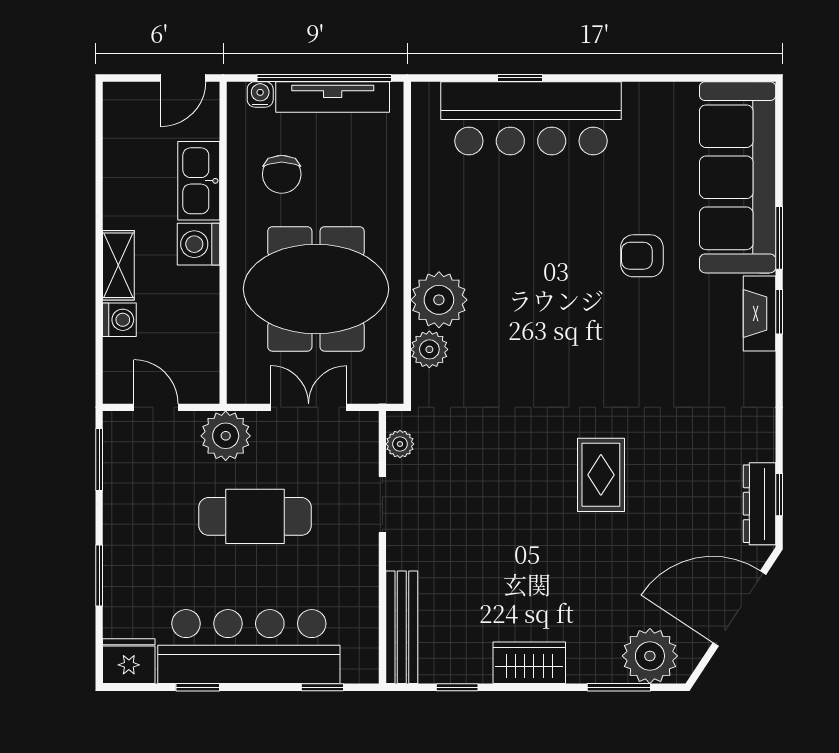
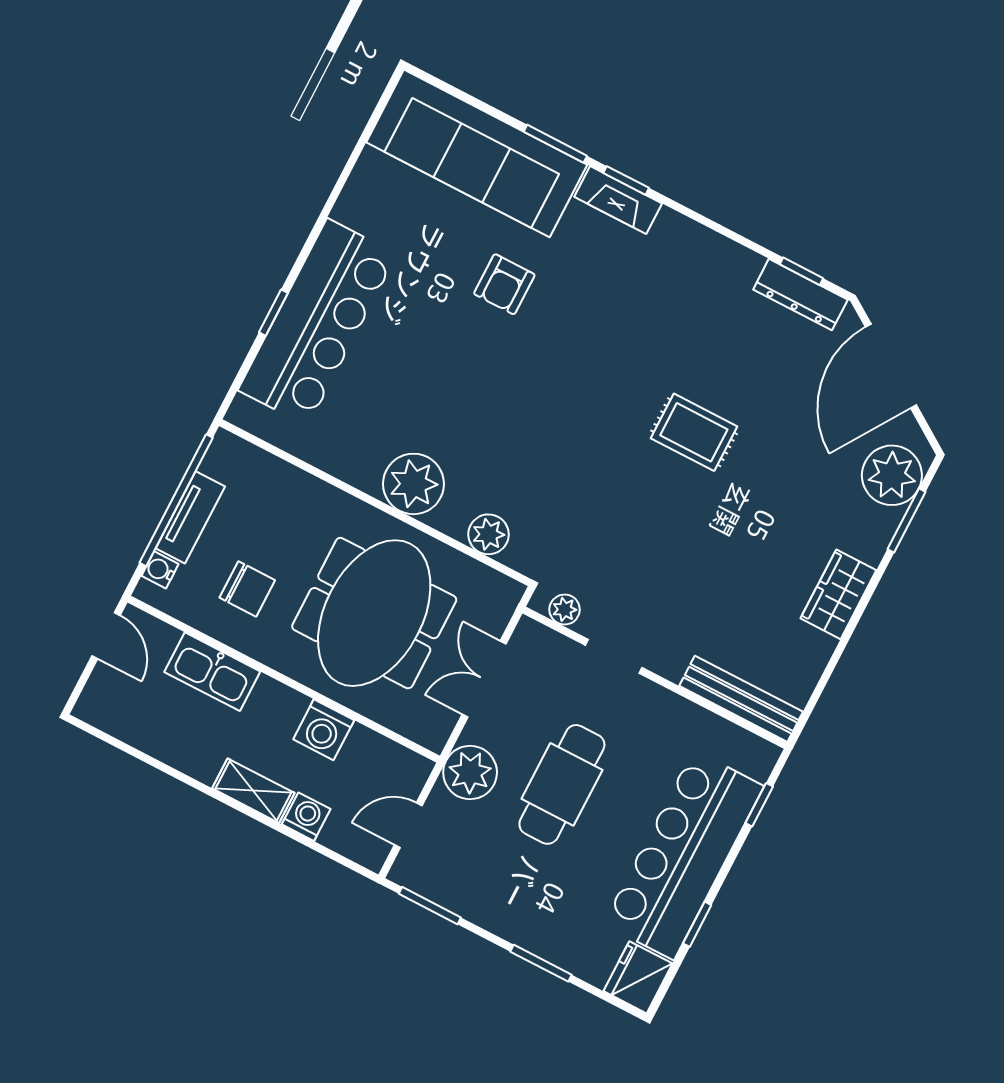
tv unit: (333, 97) -> (190, 517), width x0.71
washing machine: (198, 244) -> (324, 730), moved
plant: (439, 300) -> (413, 484), moved
window: (457, 687) -> (826, 676), removed

